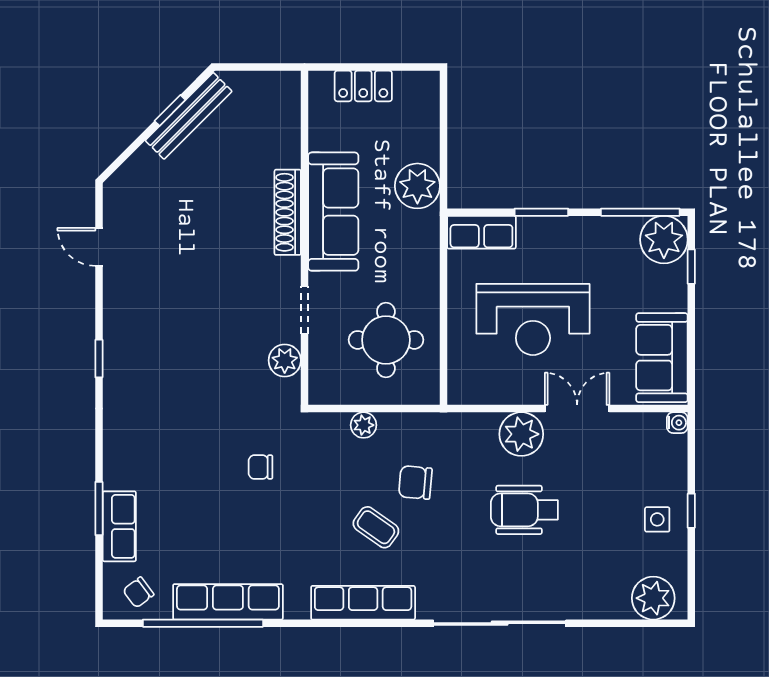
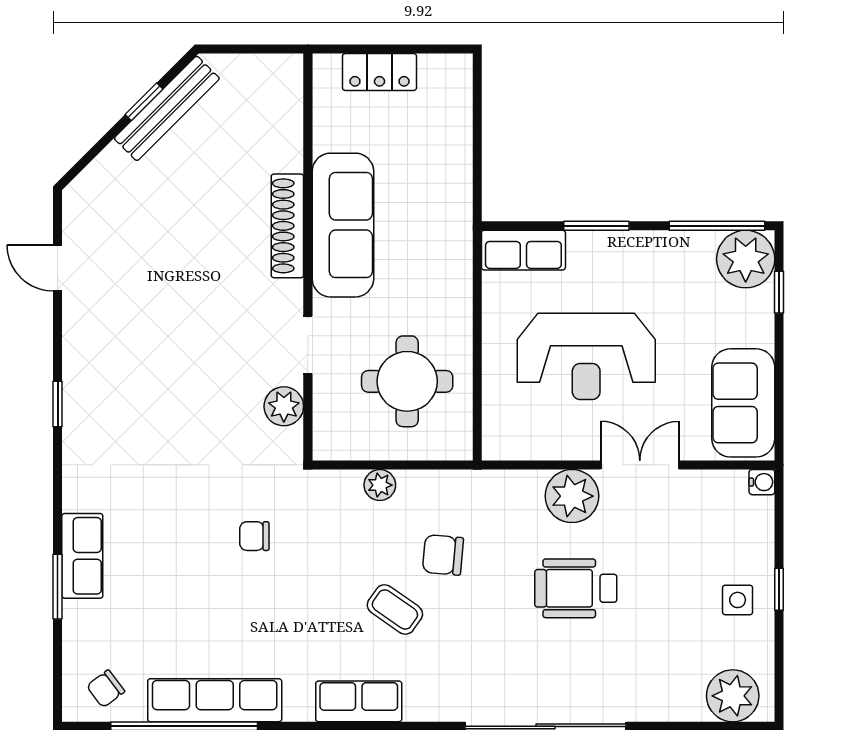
plant: (417, 186) -> (445, 194), removed
row of seats: (119, 526) -> (82, 556), moved
row of seats: (363, 603) -> (359, 701), width x0.68

